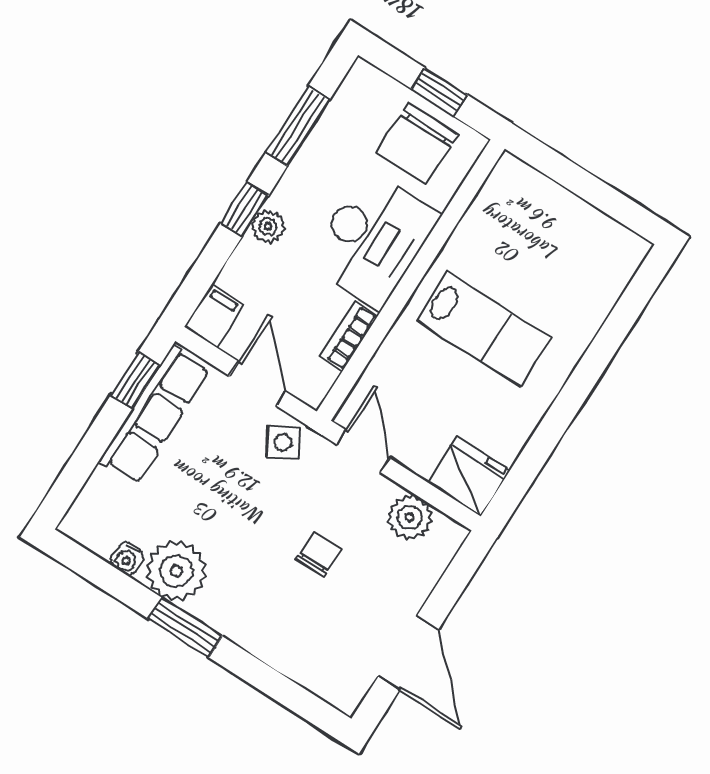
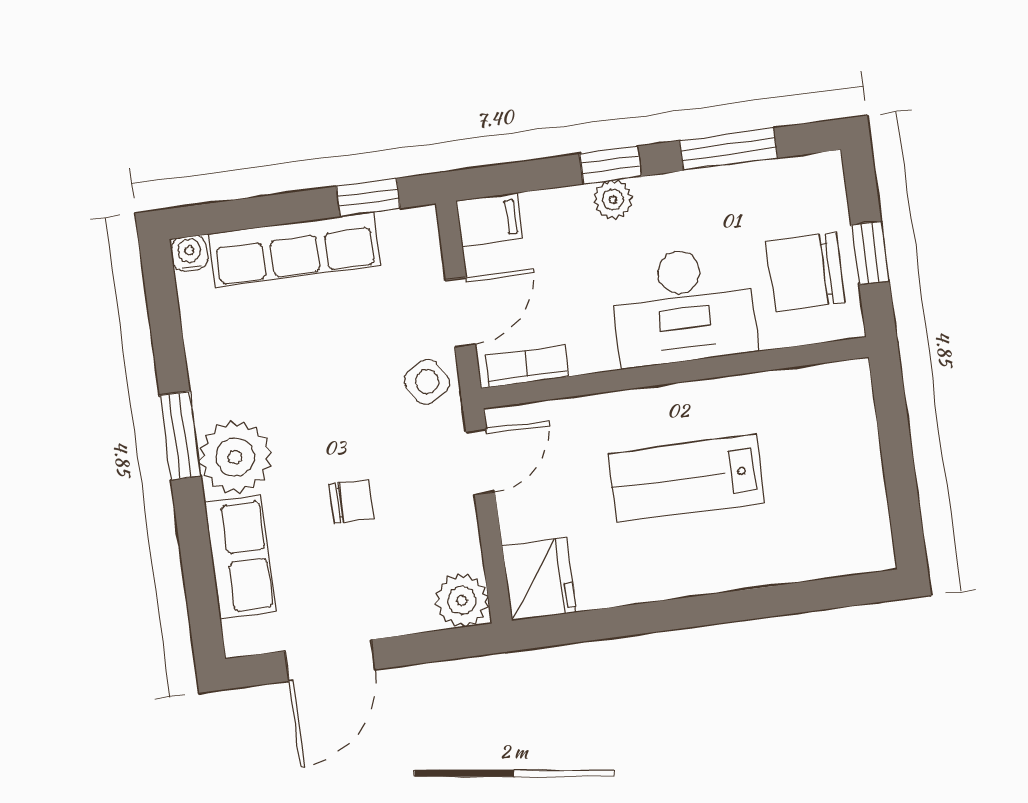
lab bench: (484, 329) -> (687, 478), turned 90
bookcase: (349, 336) -> (527, 366), moved
row of seats: (155, 415) -> (295, 250), moved
plant: (410, 517) -> (462, 600), moved
water cooler: (127, 559) -> (190, 253), moved, turned 90
plant: (176, 571) -> (235, 457), moved
row of seats: (295, 655) -> (240, 557), added

